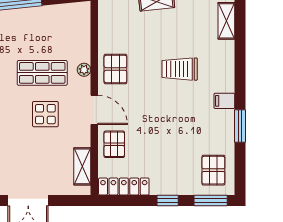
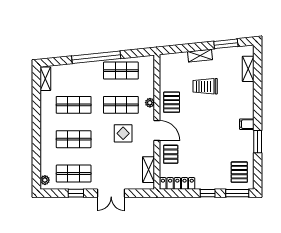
shop shelf: (42, 23) -> (121, 71), added
trolley: (180, 69) -> (205, 86), moved

